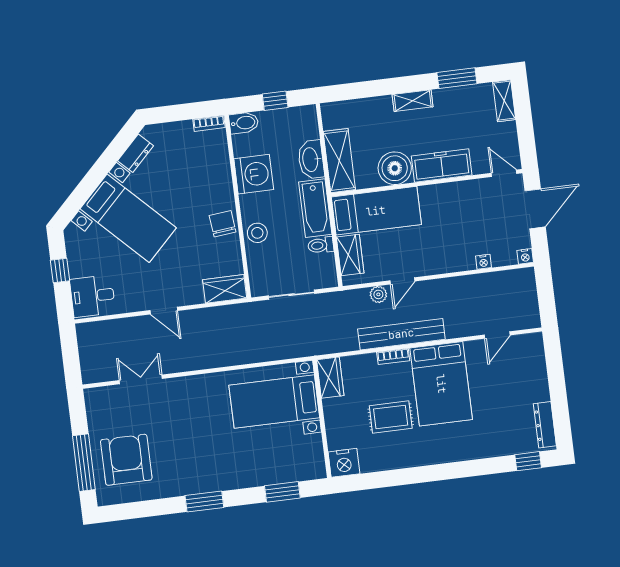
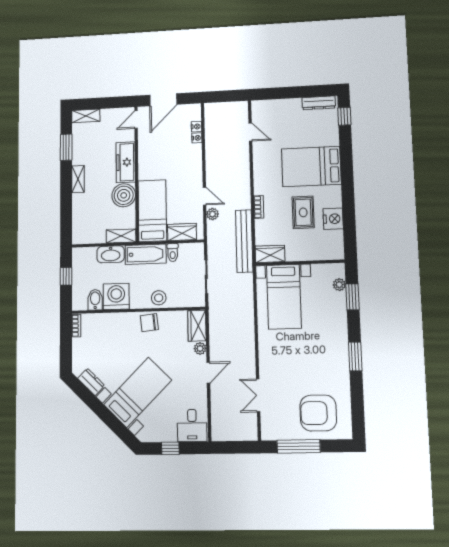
bidet: (244, 123) -> (95, 300), moved
shelving: (339, 161) -> (121, 236), width x0.67, depth x0.75
door: (535, 209) -> (163, 100), swing flipped
nightstand: (525, 256) -> (196, 127), moved
plant: (195, 296) -> (200, 348), added
bench: (401, 334) -> (244, 241), moved
bed: (441, 384) -> (311, 167), moved, turned 180
window: (84, 463) -> (299, 446), moved
nightstand: (344, 463) -> (333, 219), moved
plant: (297, 473) -> (339, 285), added

